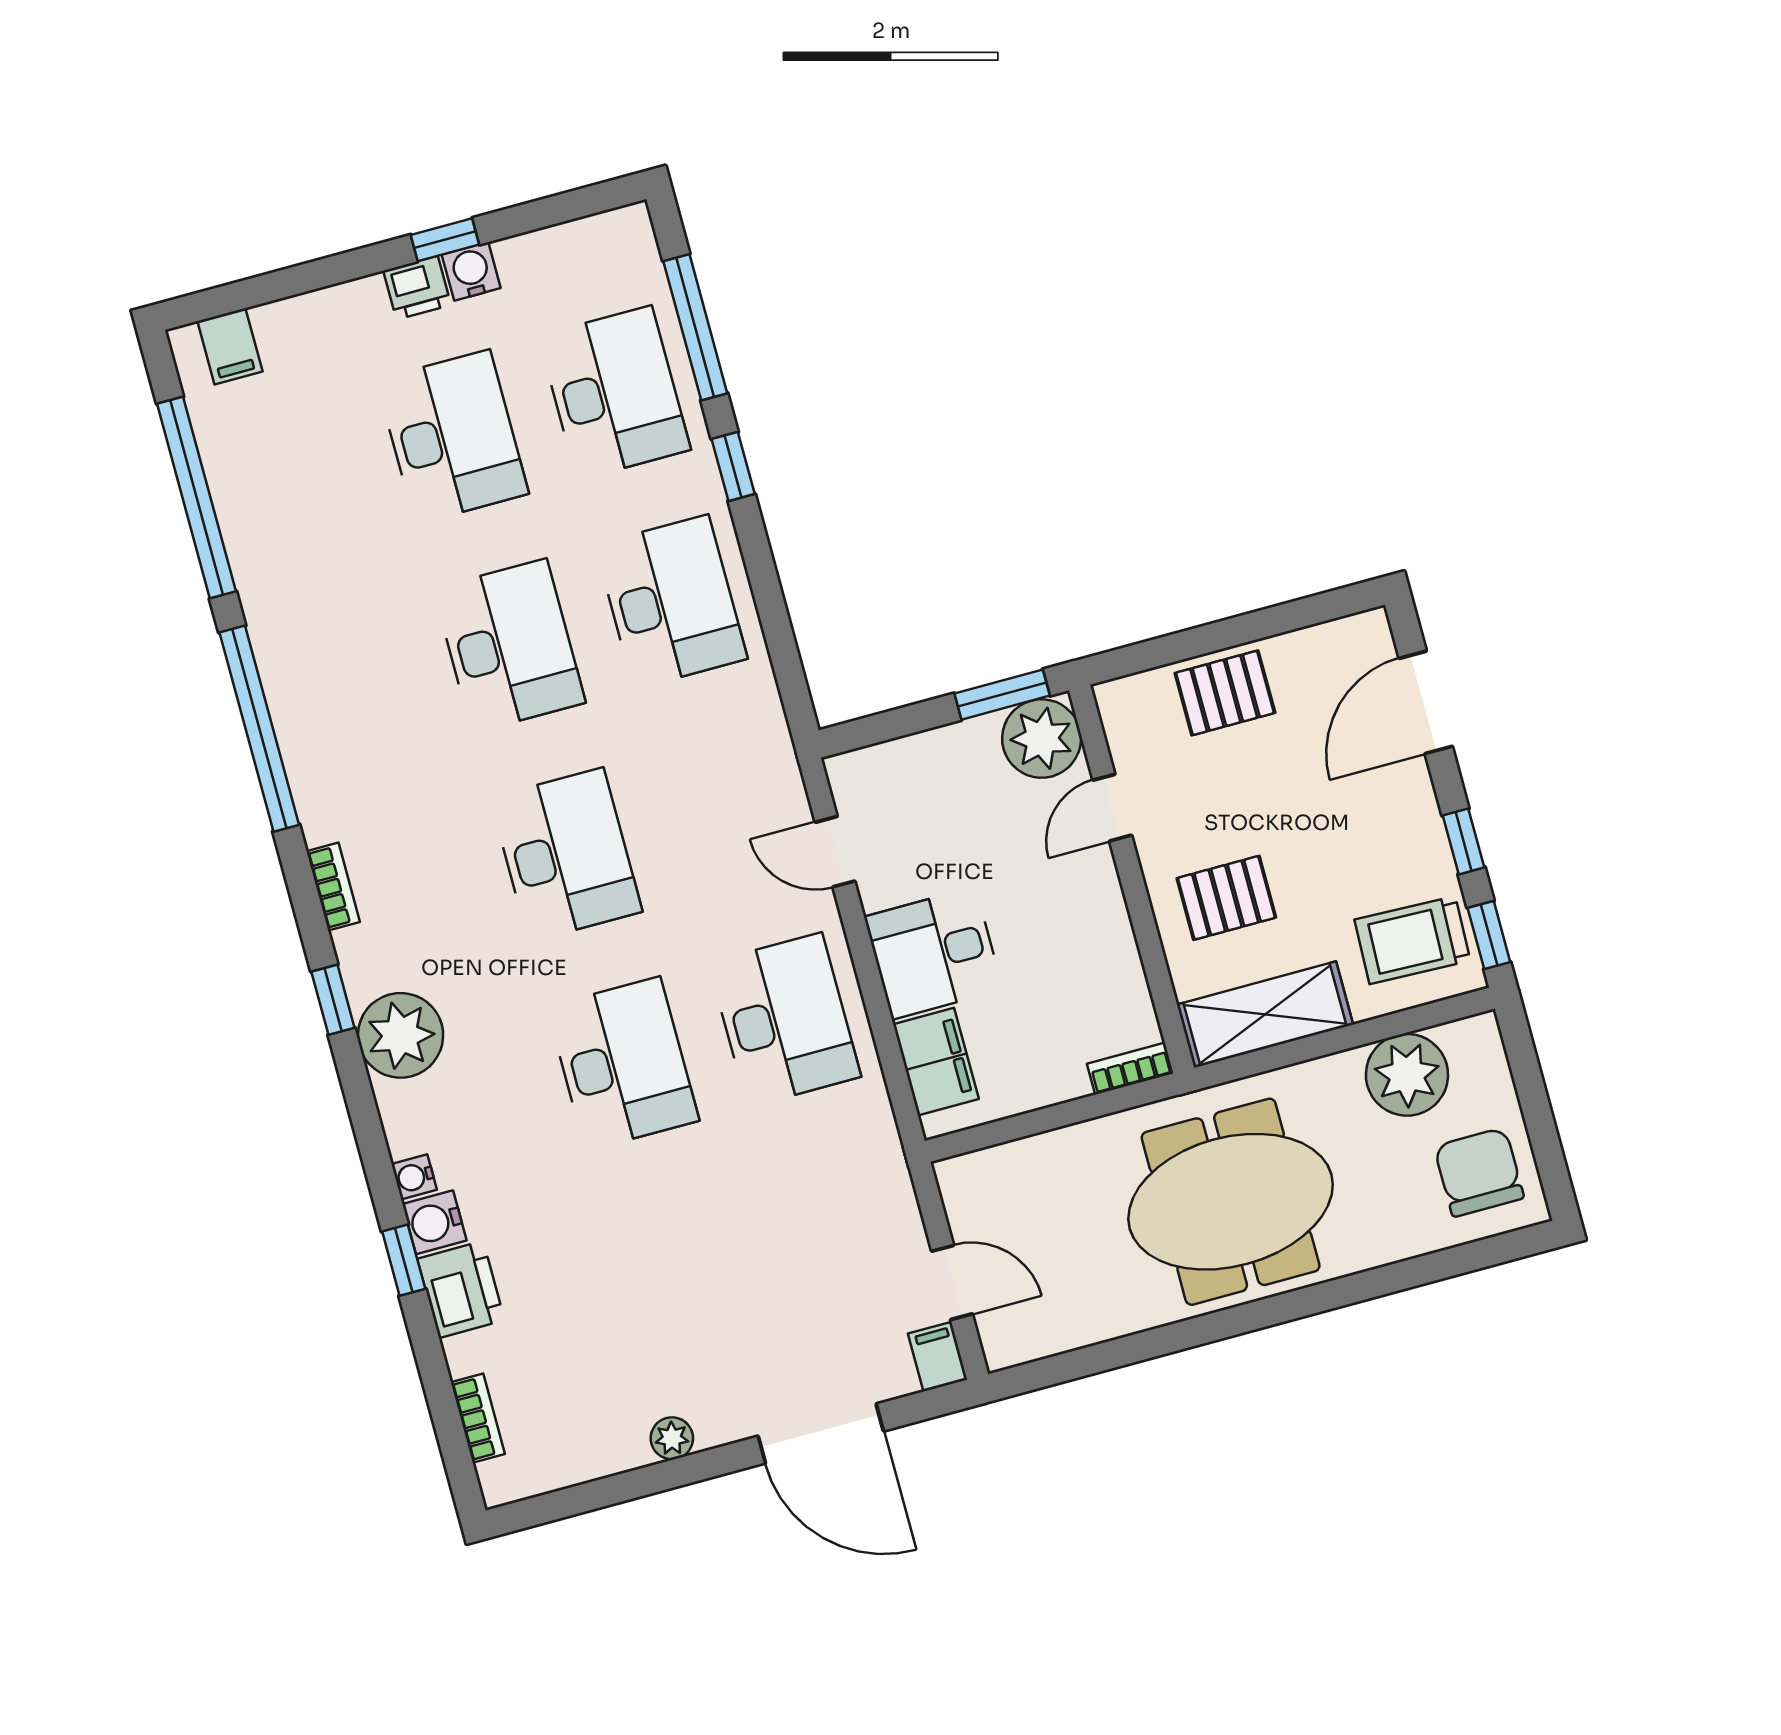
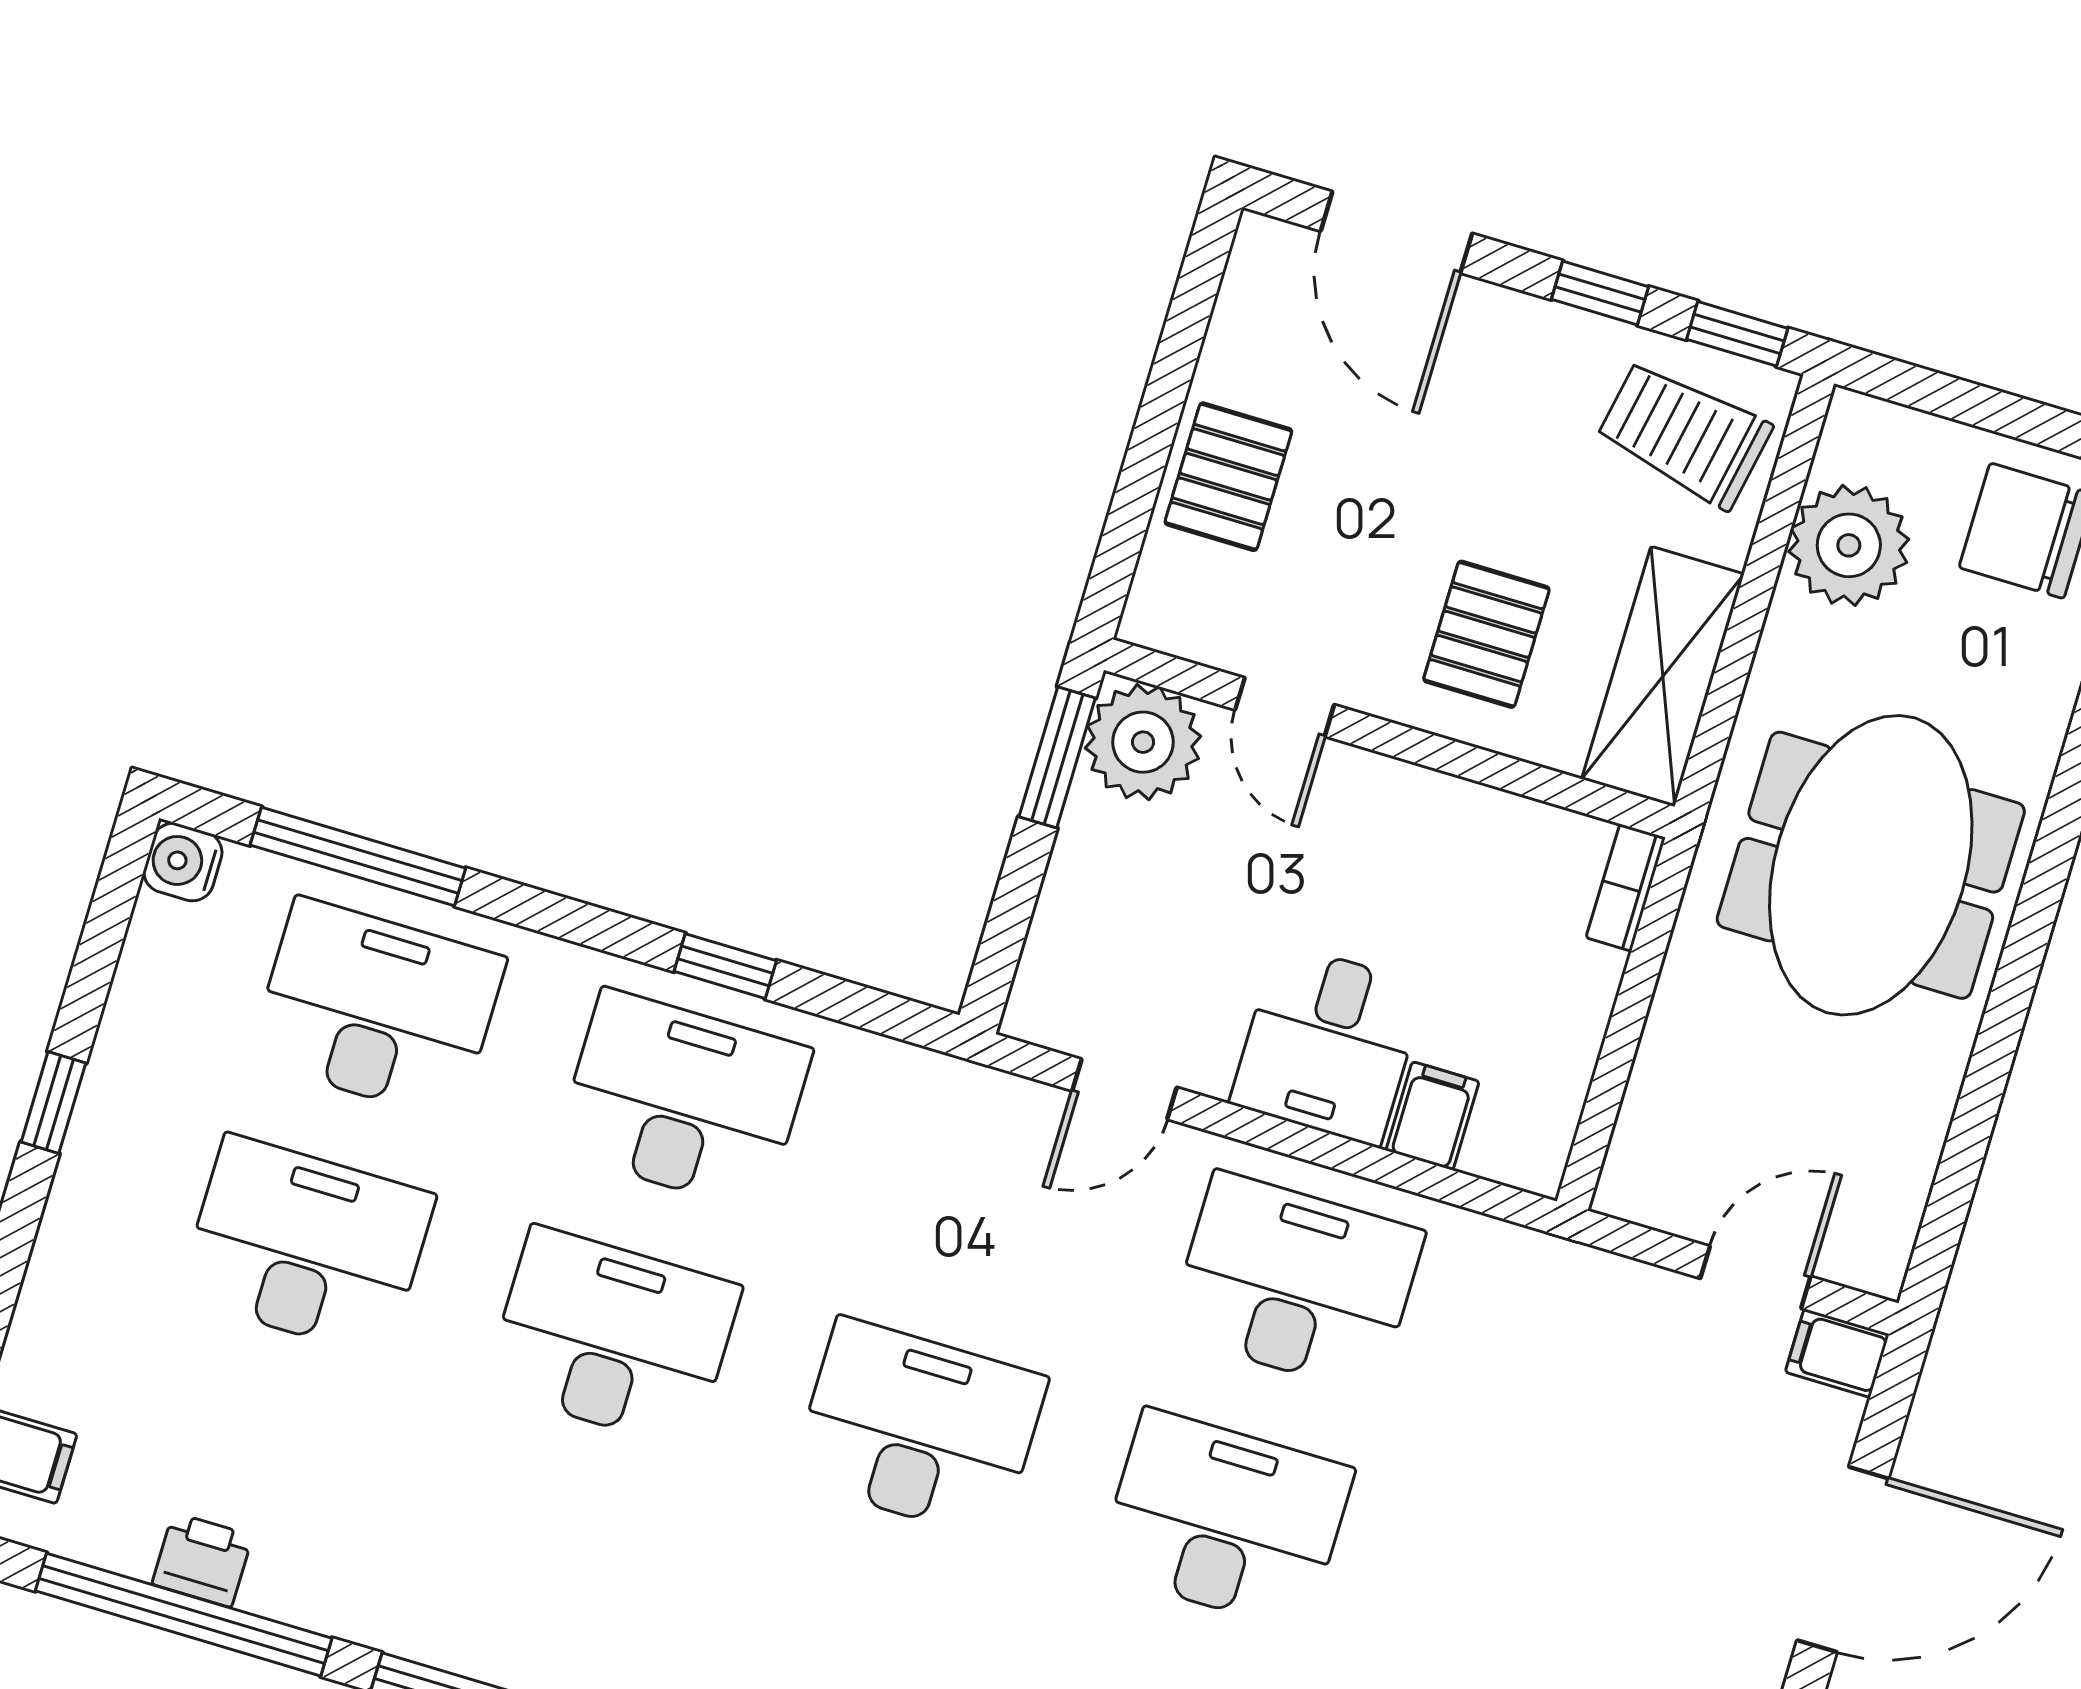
water cooler: (471, 271) -> (183, 862), moved
printer: (417, 288) -> (202, 1560), moved, turned -90
window: (733, 466) -> (725, 966), moved
trolley: (1412, 940) -> (1684, 434), turned 99
filing cabinet: (936, 1062) -> (1433, 1116), width x0.50

